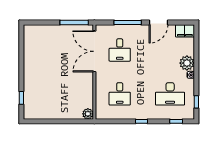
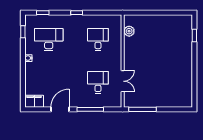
double door: (94, 51) -> (123, 81), width x0.54
plant: (187, 63) -> (32, 70), removed
plant: (88, 114) -> (129, 31), moved

